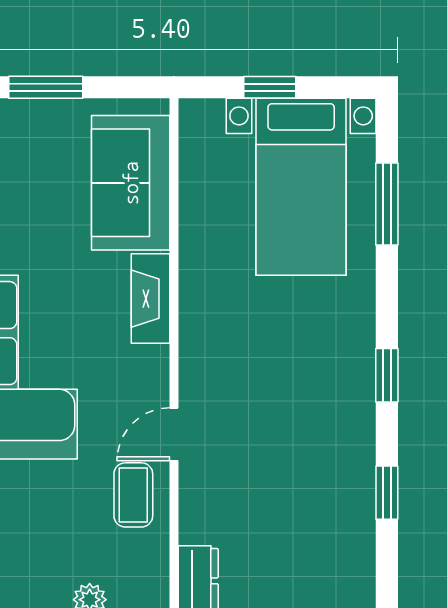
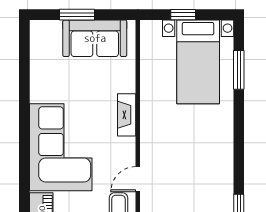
sofa: (131, 183) -> (95, 38), moved, turned -90
window: (387, 375) -> (239, 151), removed

